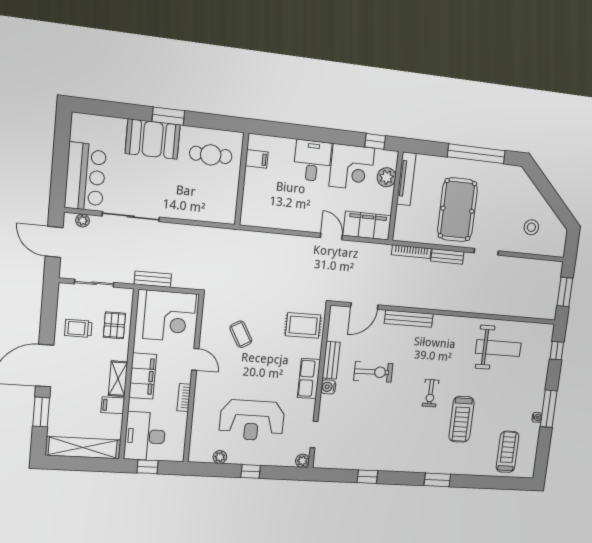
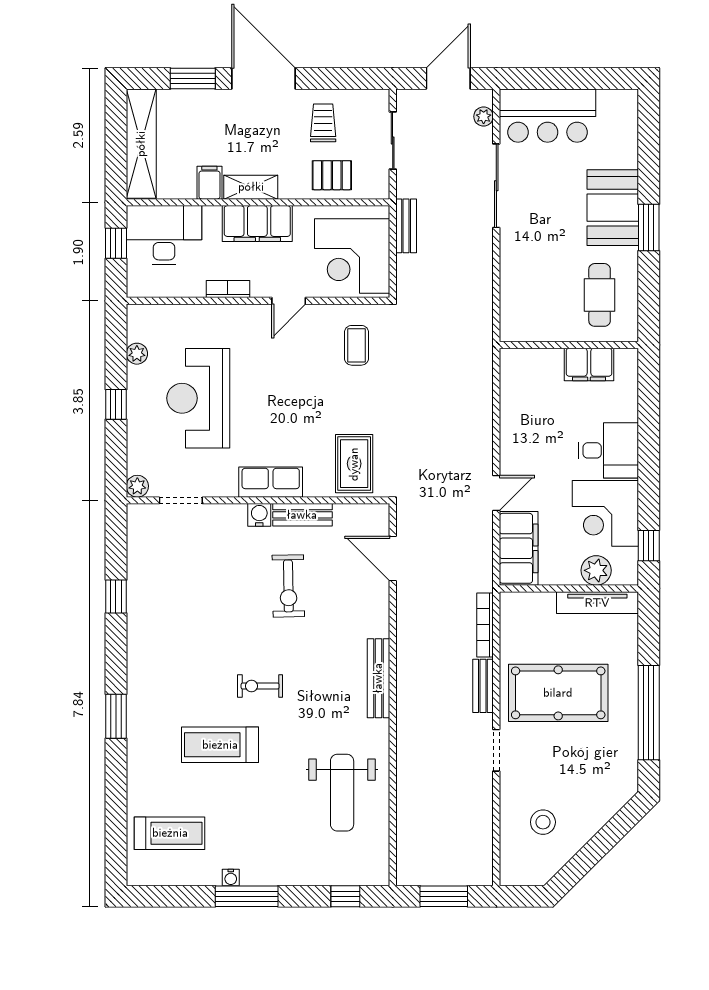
filing cabinet: (257, 159) -> (589, 364), width x2.00
bench: (409, 319) -> (378, 678), moved
coffee table: (241, 334) -> (357, 345), moved, turned -60

